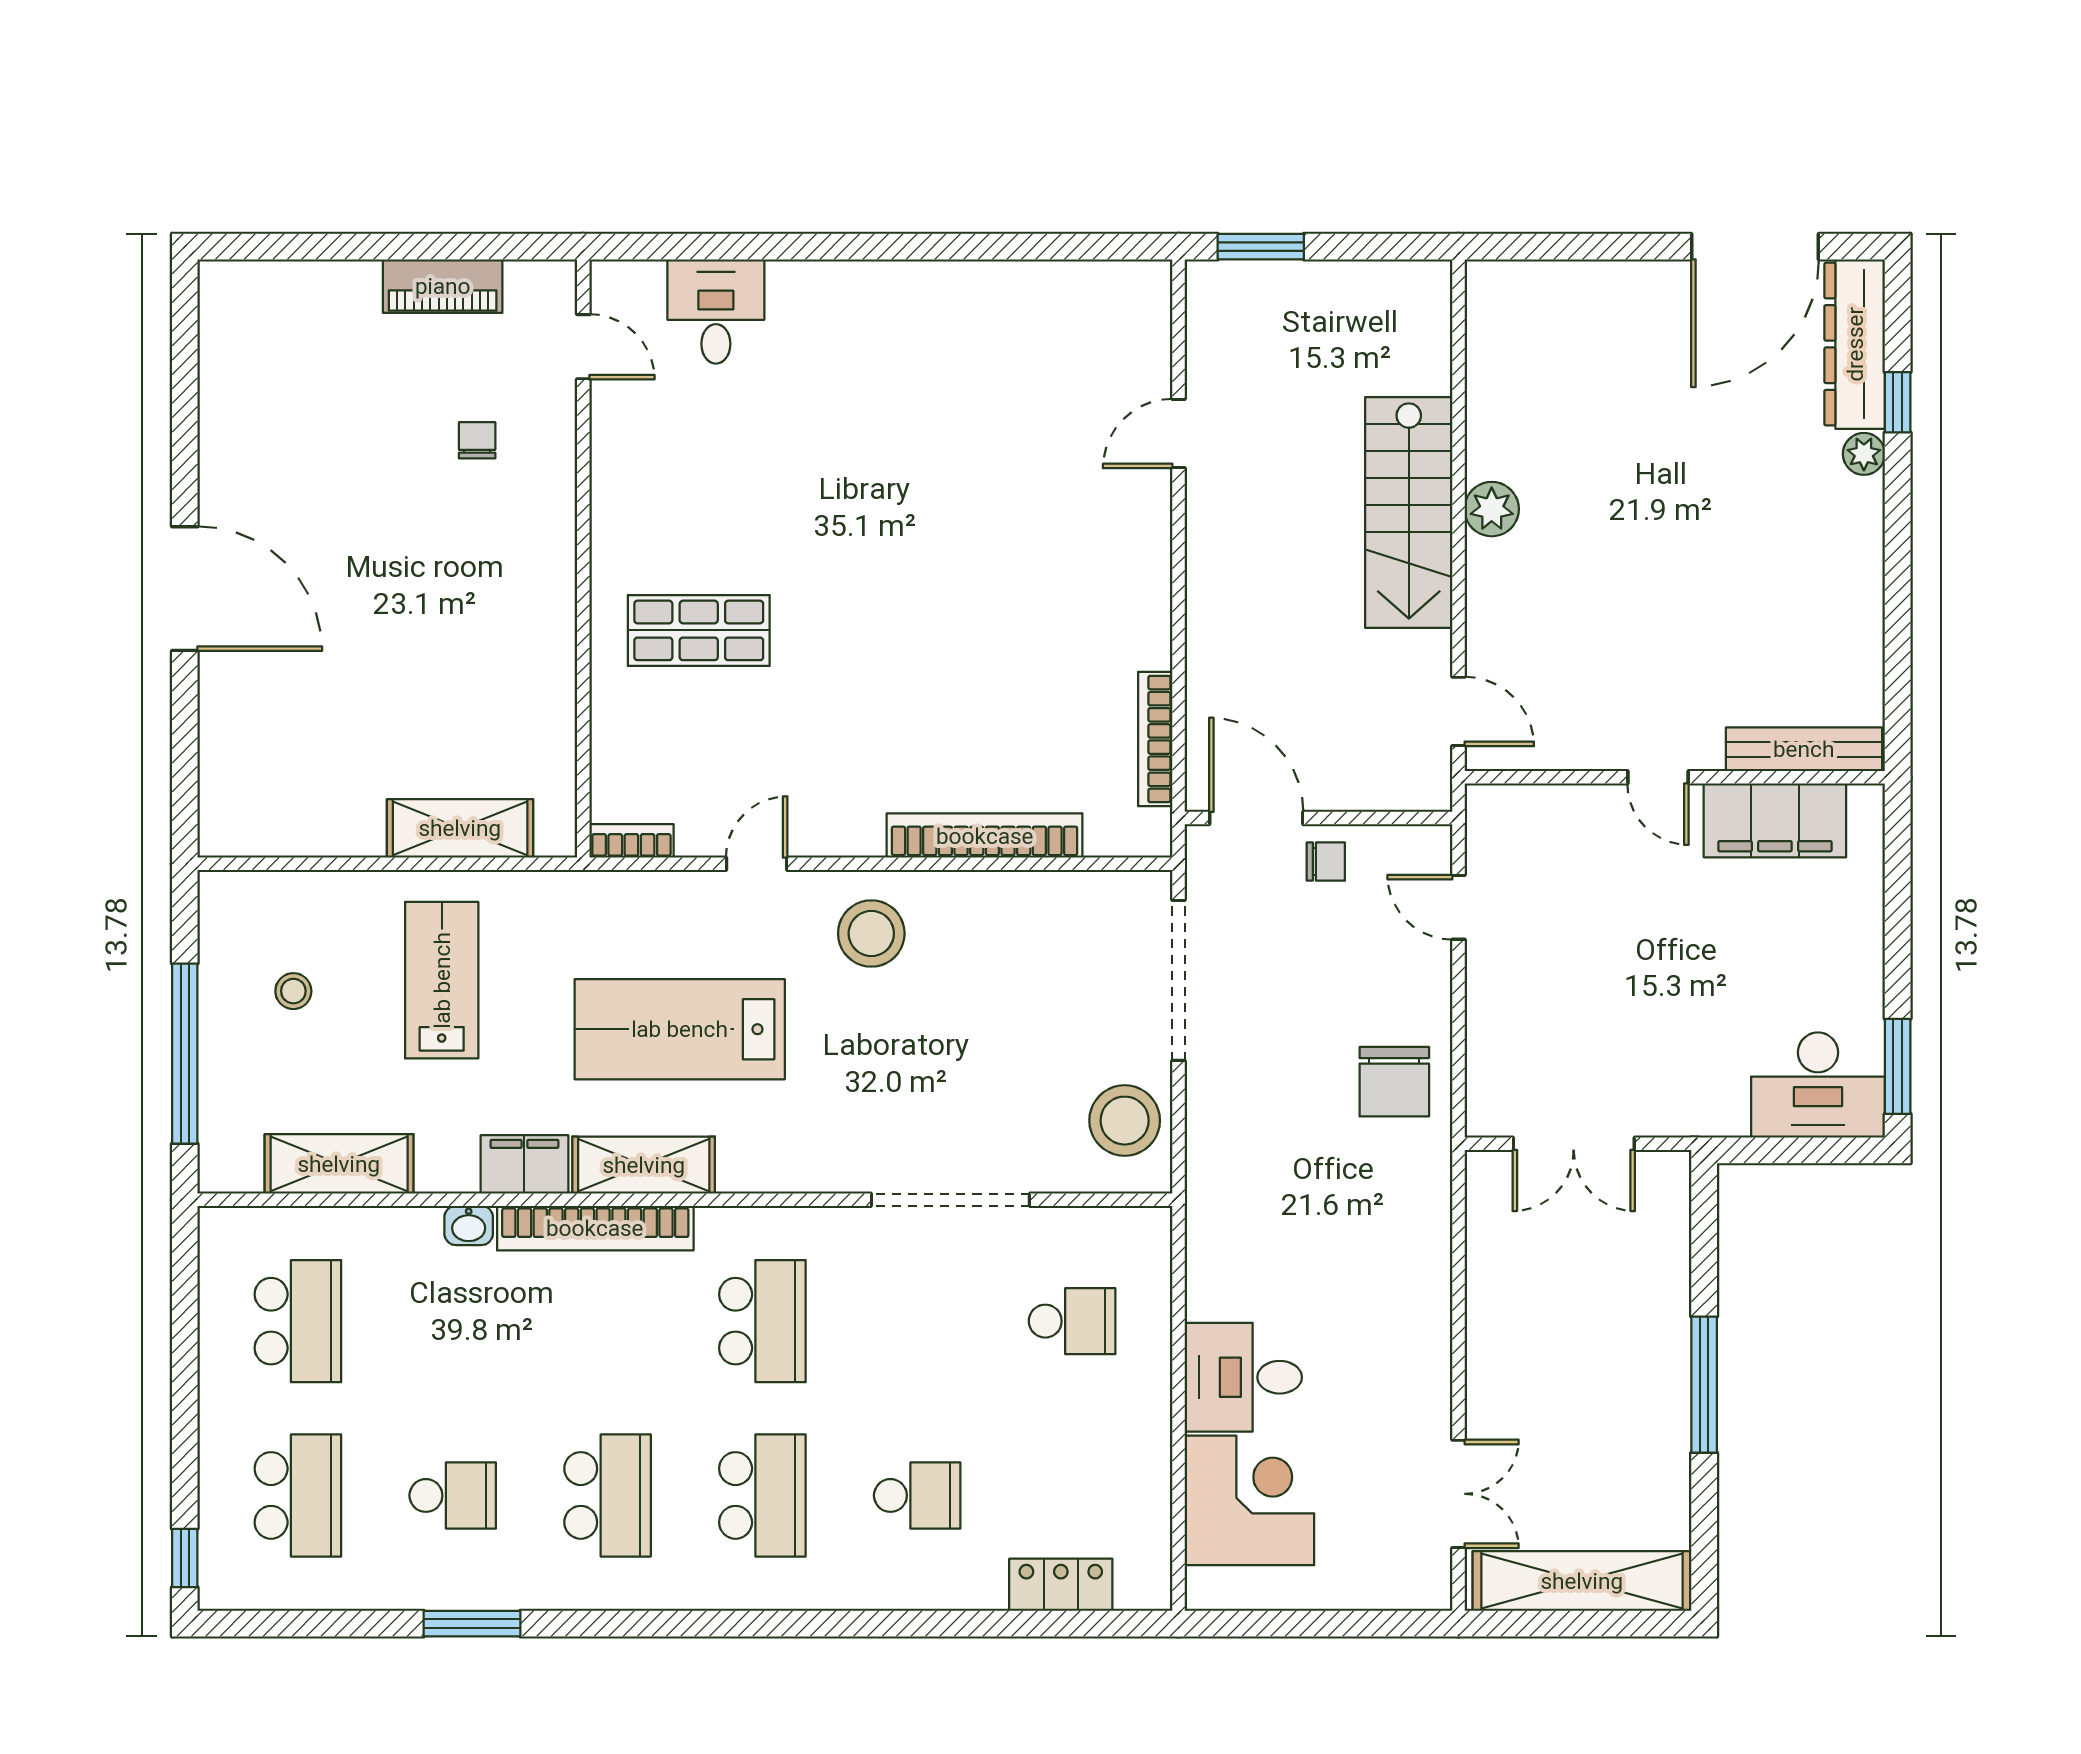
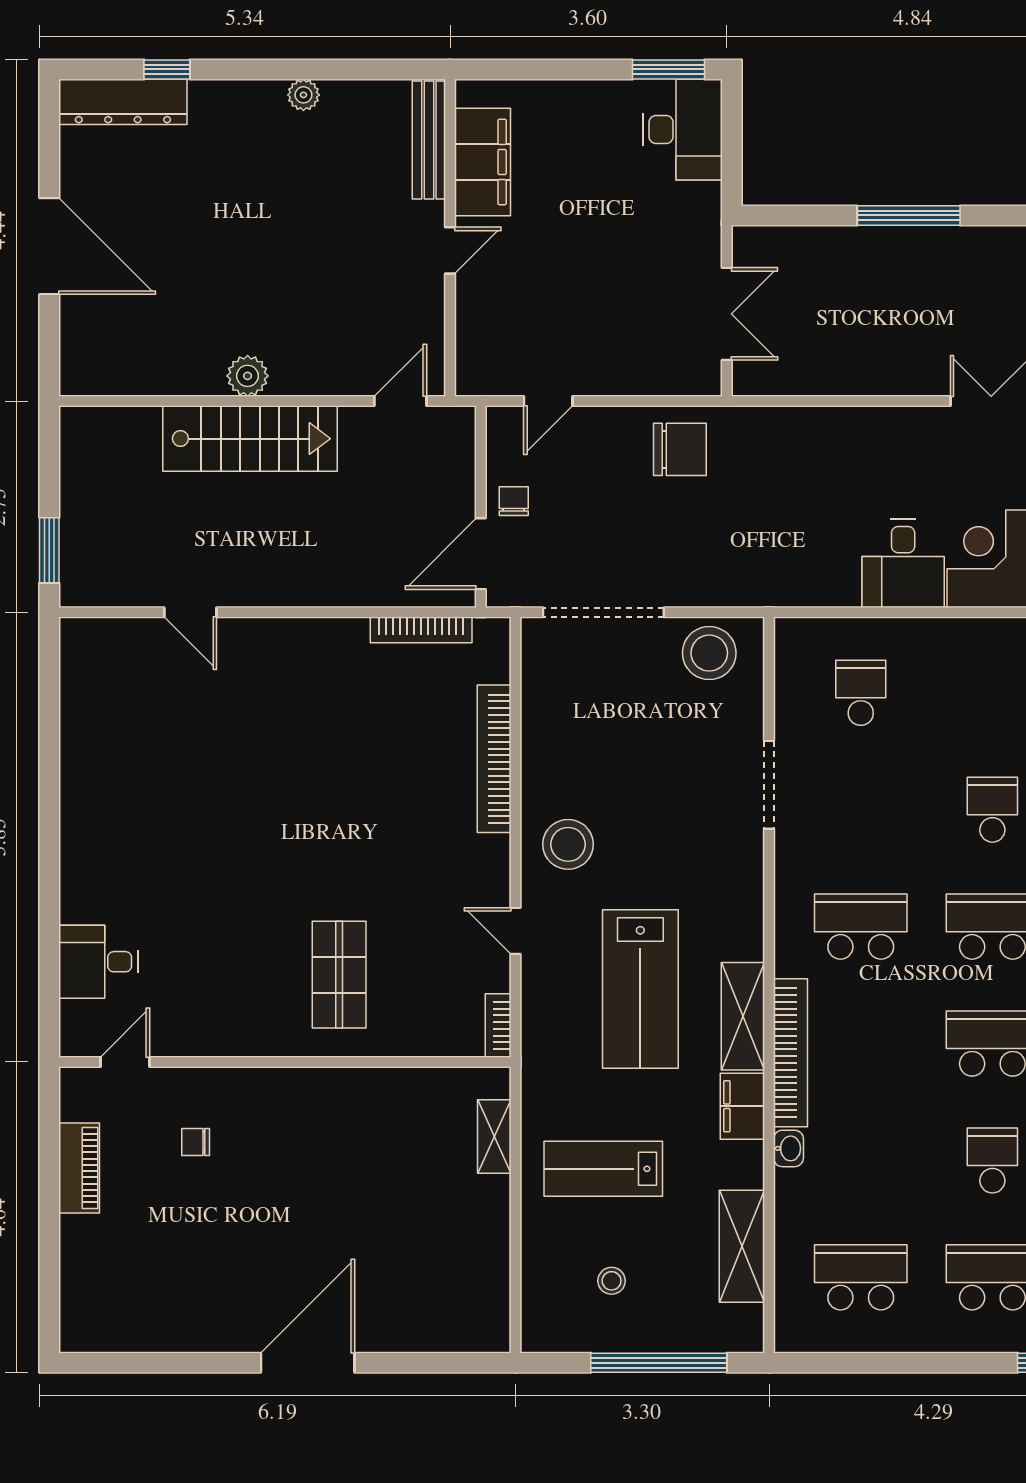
door: (1755, 247) -> (49, 246), moved
plant: (1864, 454) -> (303, 95), moved
shelving: (460, 828) -> (494, 1136), width x0.67, depth x0.75
doorway: (950, 1200) -> (769, 785), width x0.73

